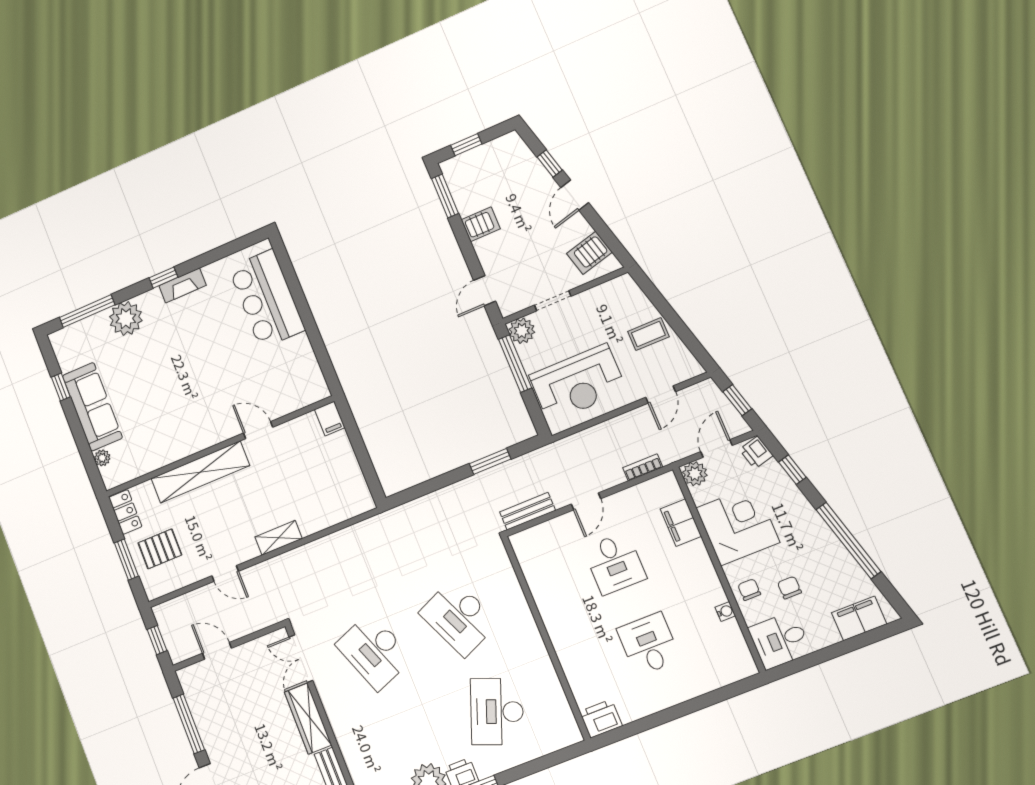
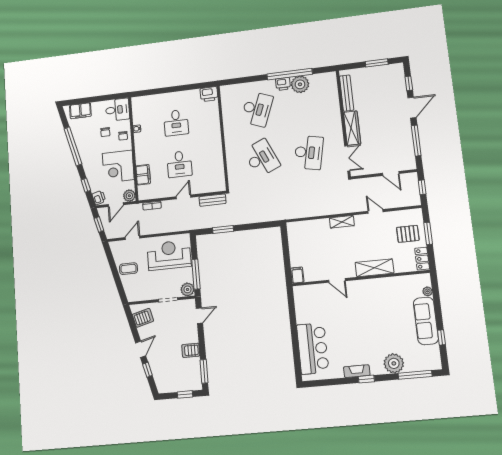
shelving: (200, 472) -> (374, 268), width x0.68
desk: (615, 563) -> (179, 164), turned 180
desk: (374, 651) -> (309, 153), turned 33

